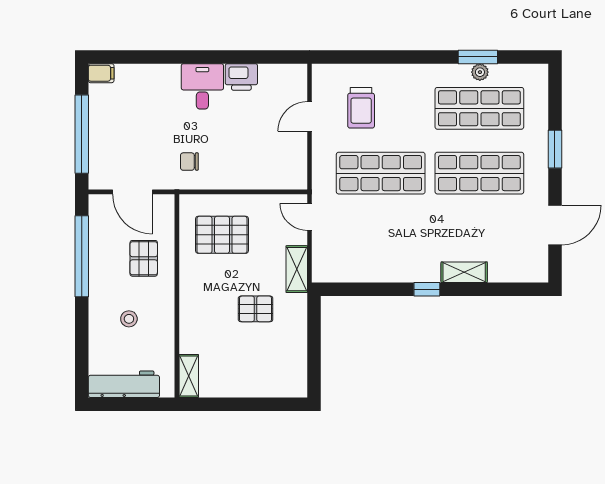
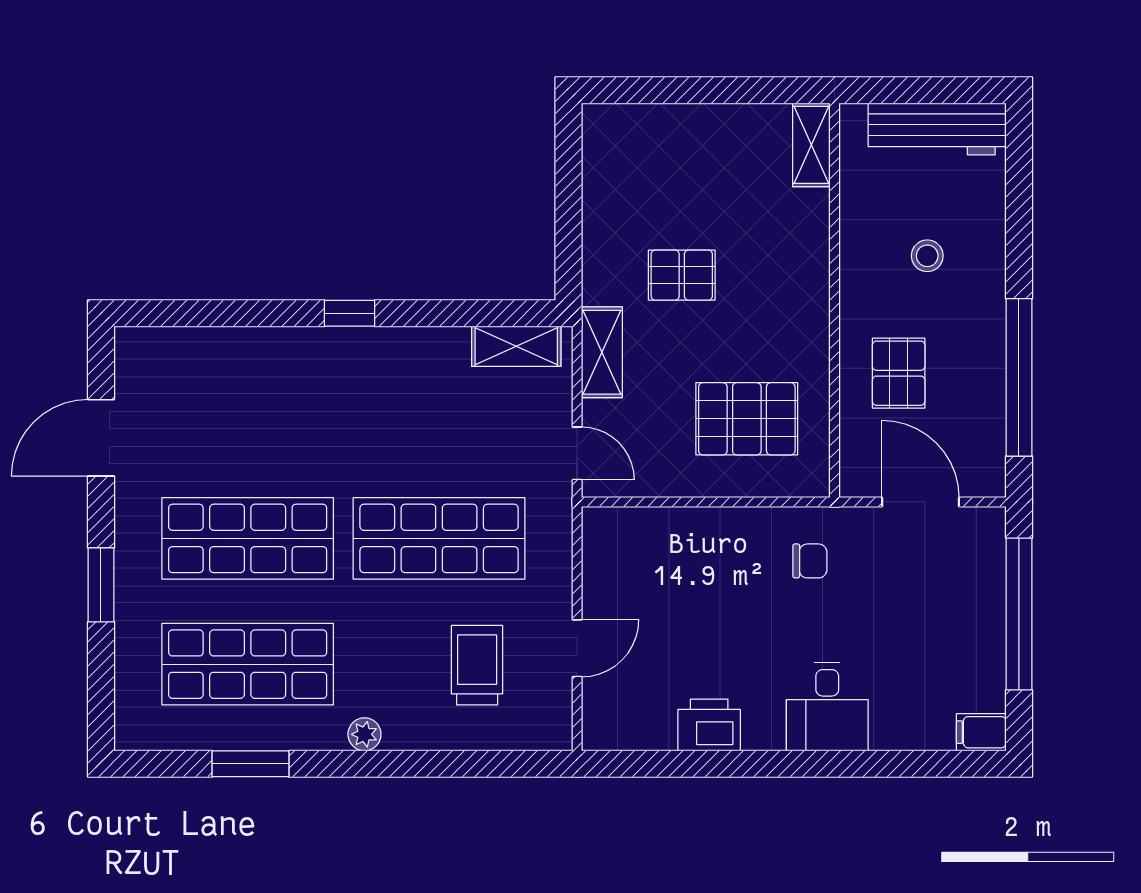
plant: (480, 72) -> (364, 734), moved
desk: (202, 86) -> (827, 707), moved
shelving: (464, 272) -> (516, 346), moved

